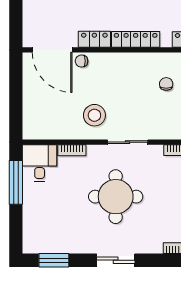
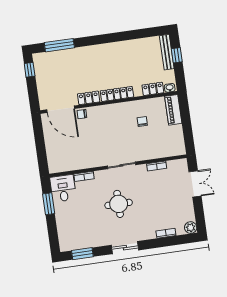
stool: (94, 115) -> (96, 150), removed
window: (16, 182) -> (49, 204), width x0.69
round table: (116, 197) -> (119, 204), width x0.73, depth x0.73

